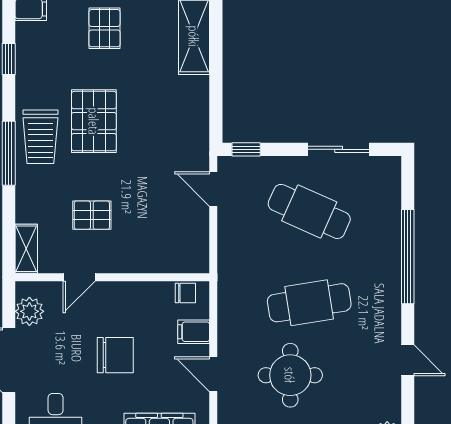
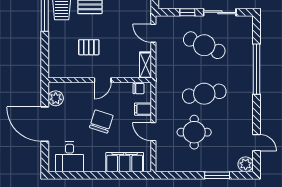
window: (246, 149) -> (187, 12), moved
shelving: (26, 249) -> (145, 65), moved
door: (79, 277) -> (103, 80), moved
chair: (115, 355) -> (101, 122), turned -72
door: (408, 360) -> (256, 143), moved

